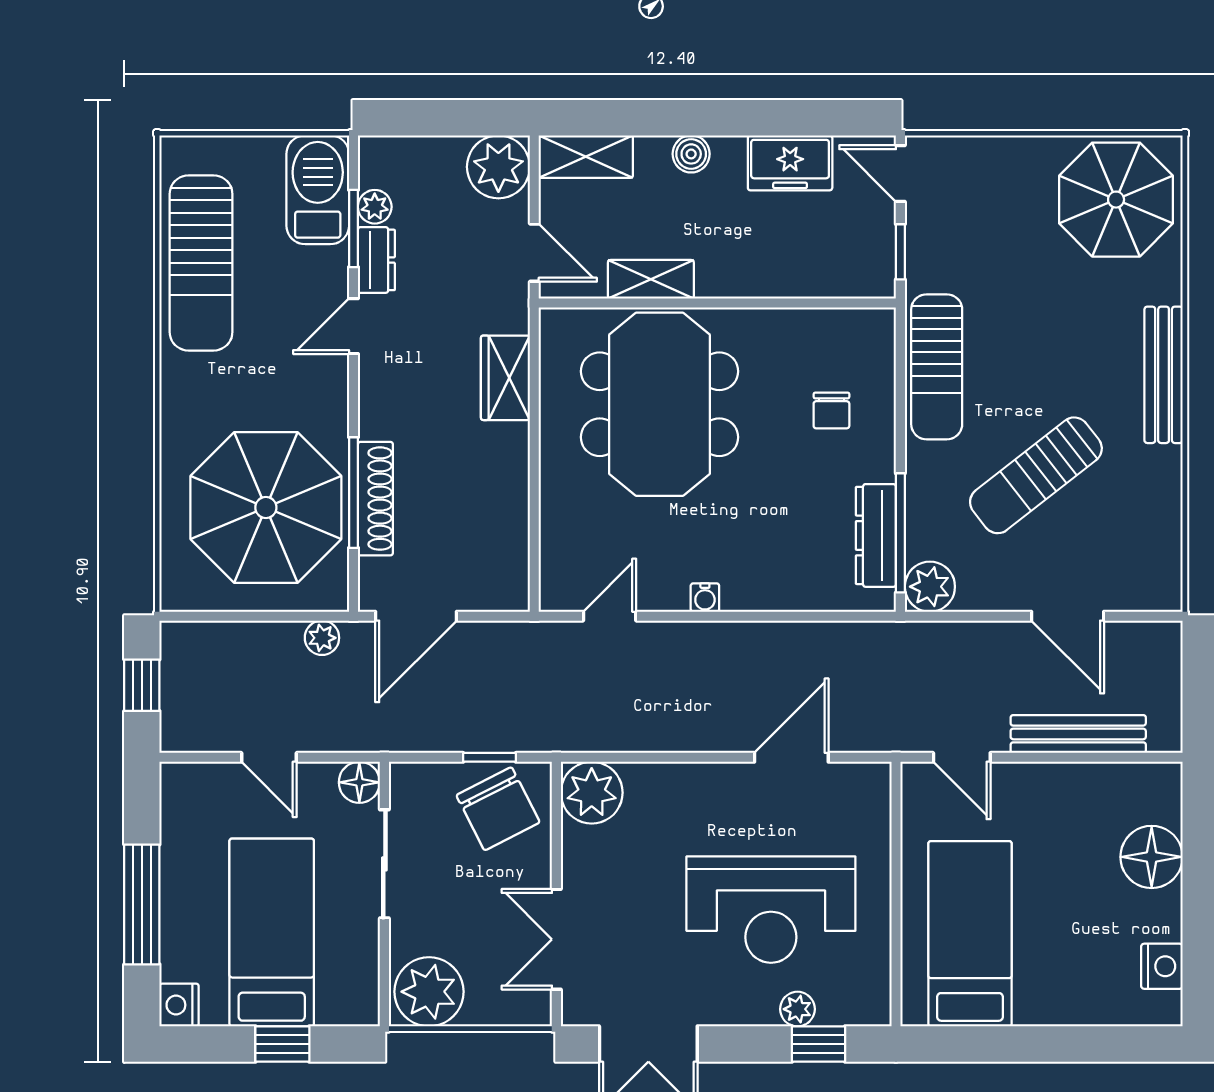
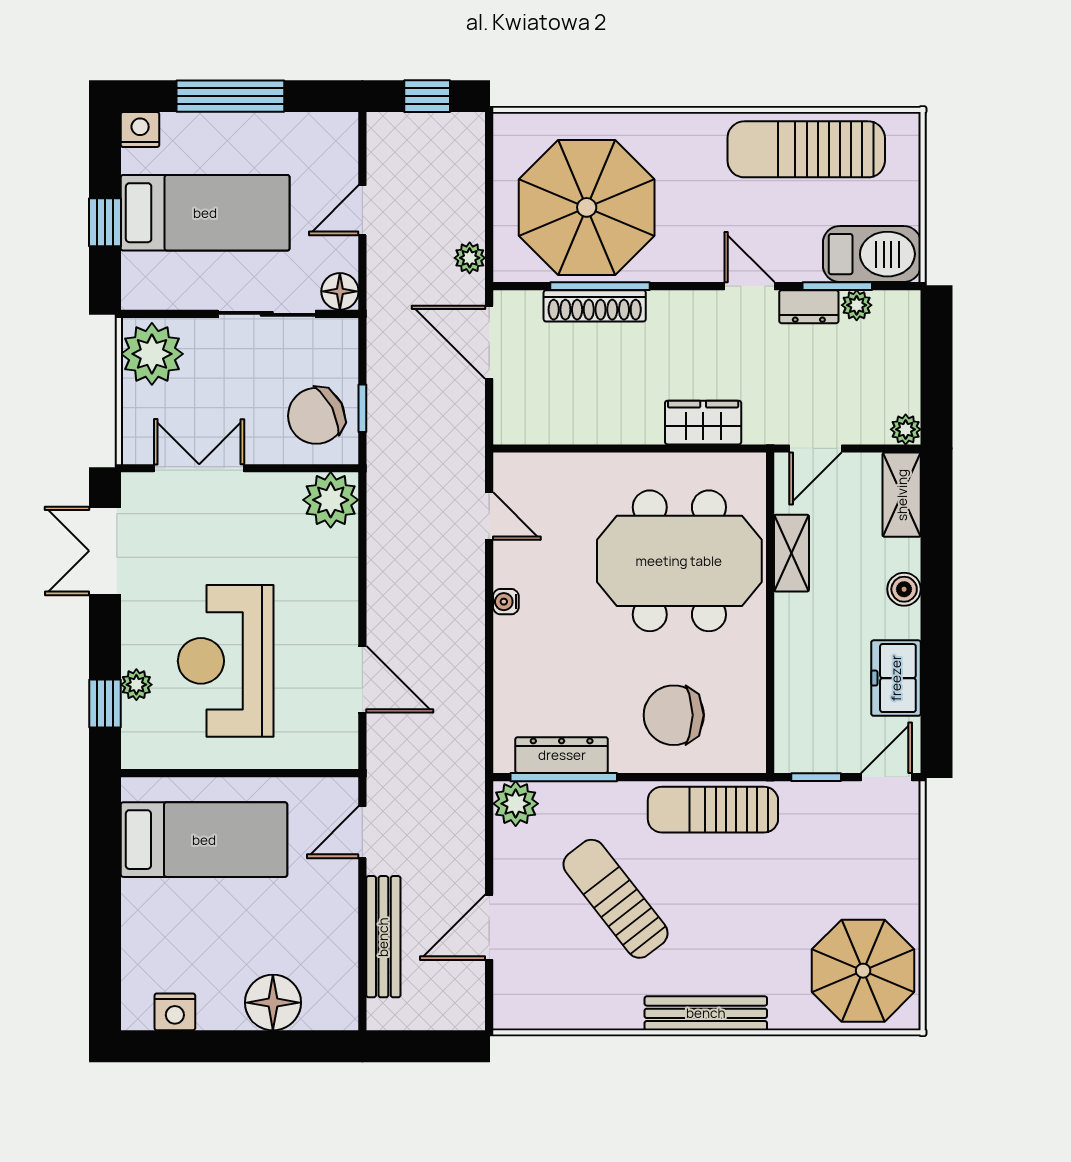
plant: (498, 167) -> (906, 429), width x0.53, depth x0.53
chair: (831, 411) -> (674, 715), width x1.87, depth x1.87

